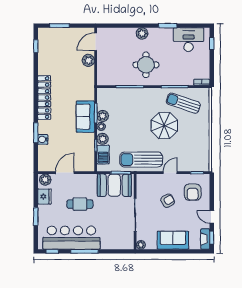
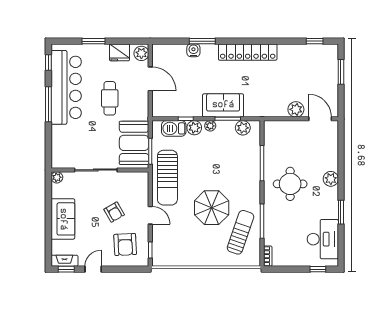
plant: (103, 116) -> (243, 128), moved
sun lounger: (141, 160) -> (167, 178), turned 180
armchair: (193, 192) -> (125, 244), turned -93

